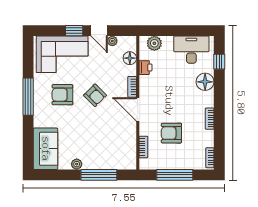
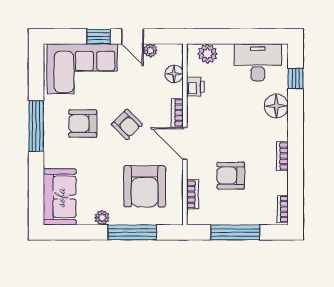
armchair: (108, 141) -> (145, 186), added

